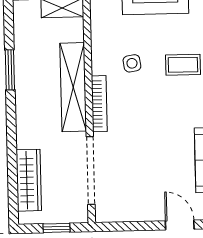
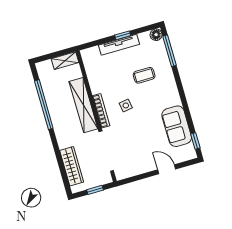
side table: (132, 63) -> (126, 105), moved
window: (10, 70) -> (44, 105), width x2.11

